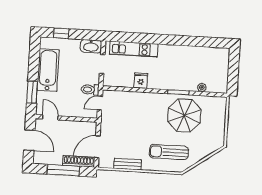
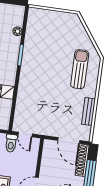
parasol: (184, 115) -> (44, 51), removed
sun lounger: (169, 152) -> (80, 69), turned 180

